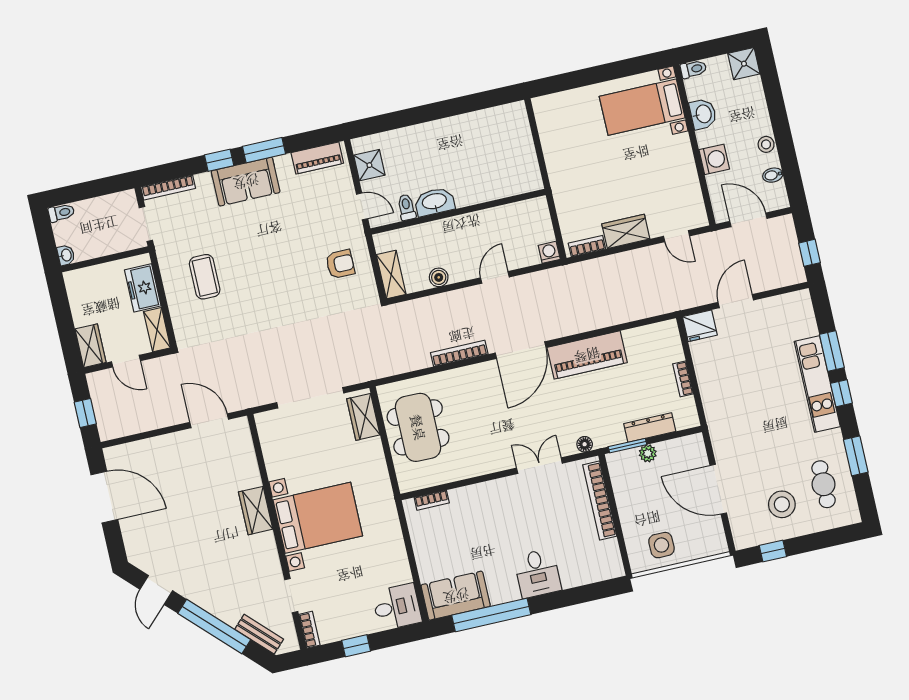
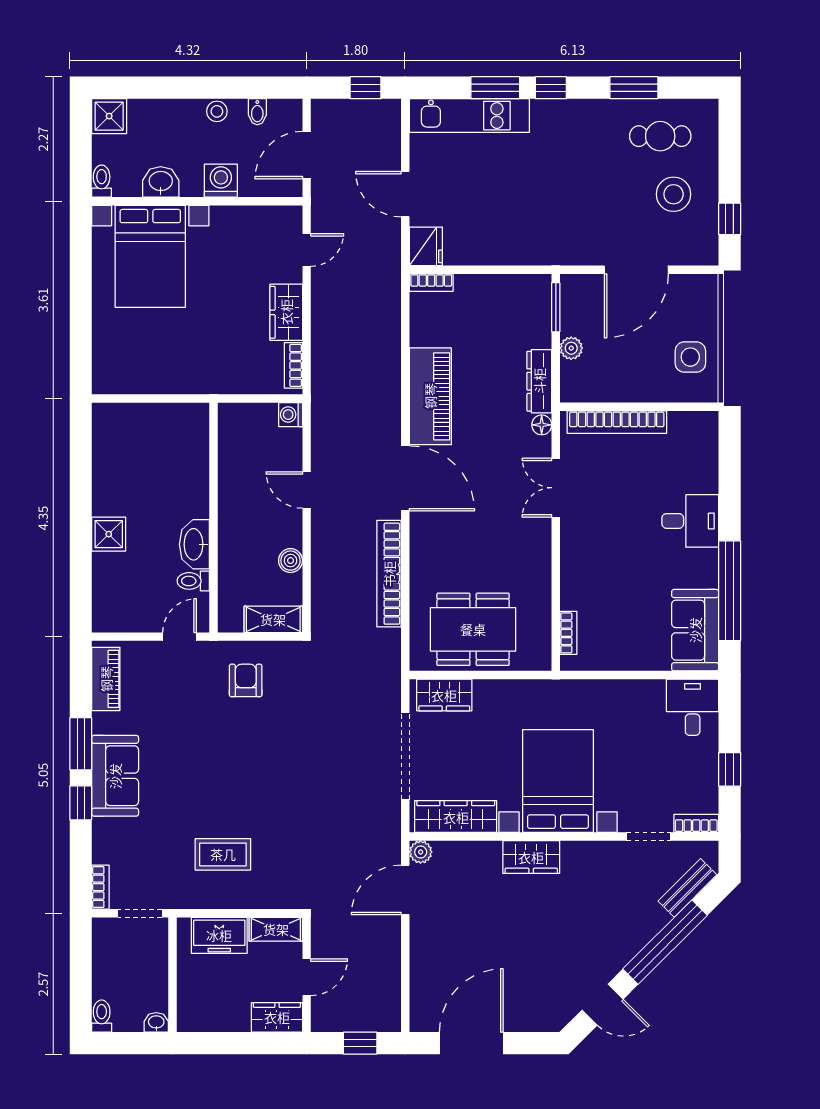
bed with nightstands: (642, 107) -> (150, 256), width x1.36
shower: (369, 165) -> (109, 534), moved
bookcase: (168, 188) -> (100, 887), width x0.64
bookcase: (459, 353) -> (389, 574), width x1.48, depth x1.31
bookcase: (683, 379) -> (431, 283), moved
kitchen unit: (817, 384) -> (469, 116), moved
plant: (240, 426) -> (421, 852), added
dresser: (650, 427) -> (539, 381), moved
wardrobe: (273, 446) -> (456, 817), added
window: (628, 446) -> (556, 307), moved

